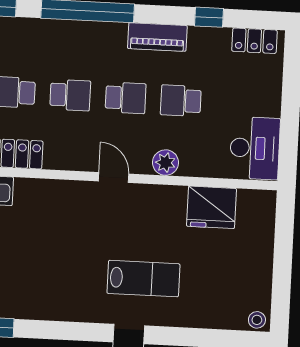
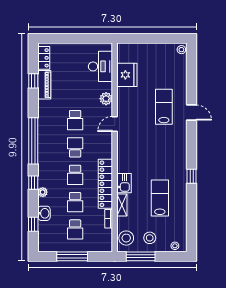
piano: (157, 37) -> (44, 85), moved
school desk: (126, 98) -> (75, 120), turned 180
school desk: (181, 101) -> (75, 93), removed
desk: (255, 148) -> (100, 66), moved, turned 90

